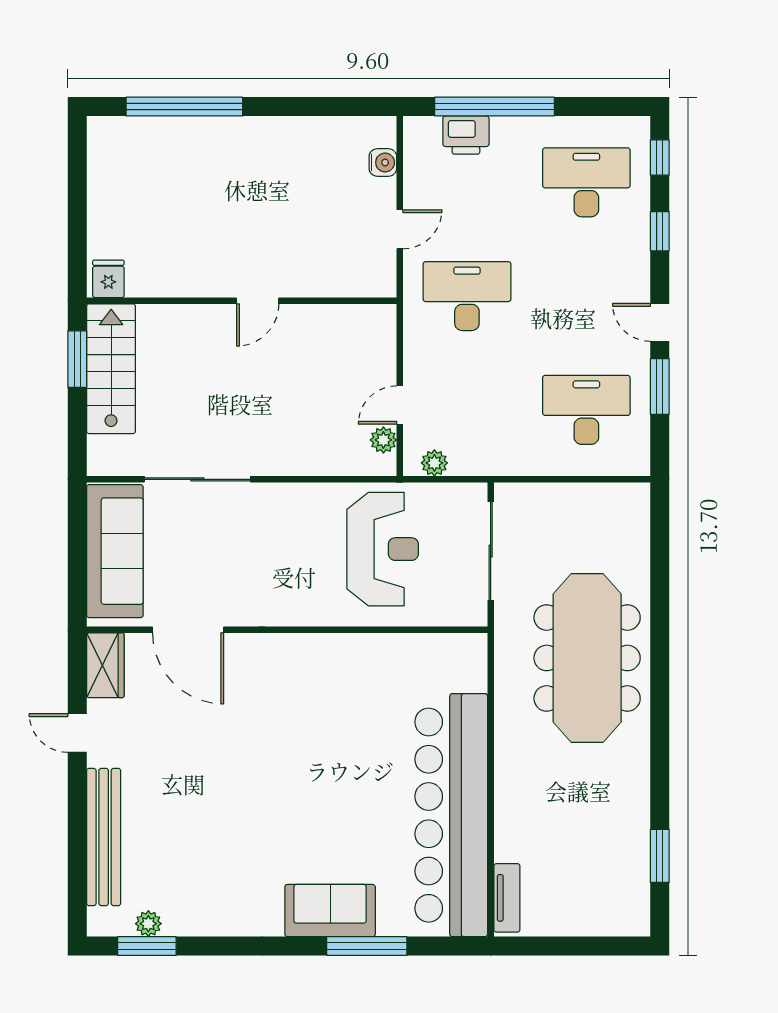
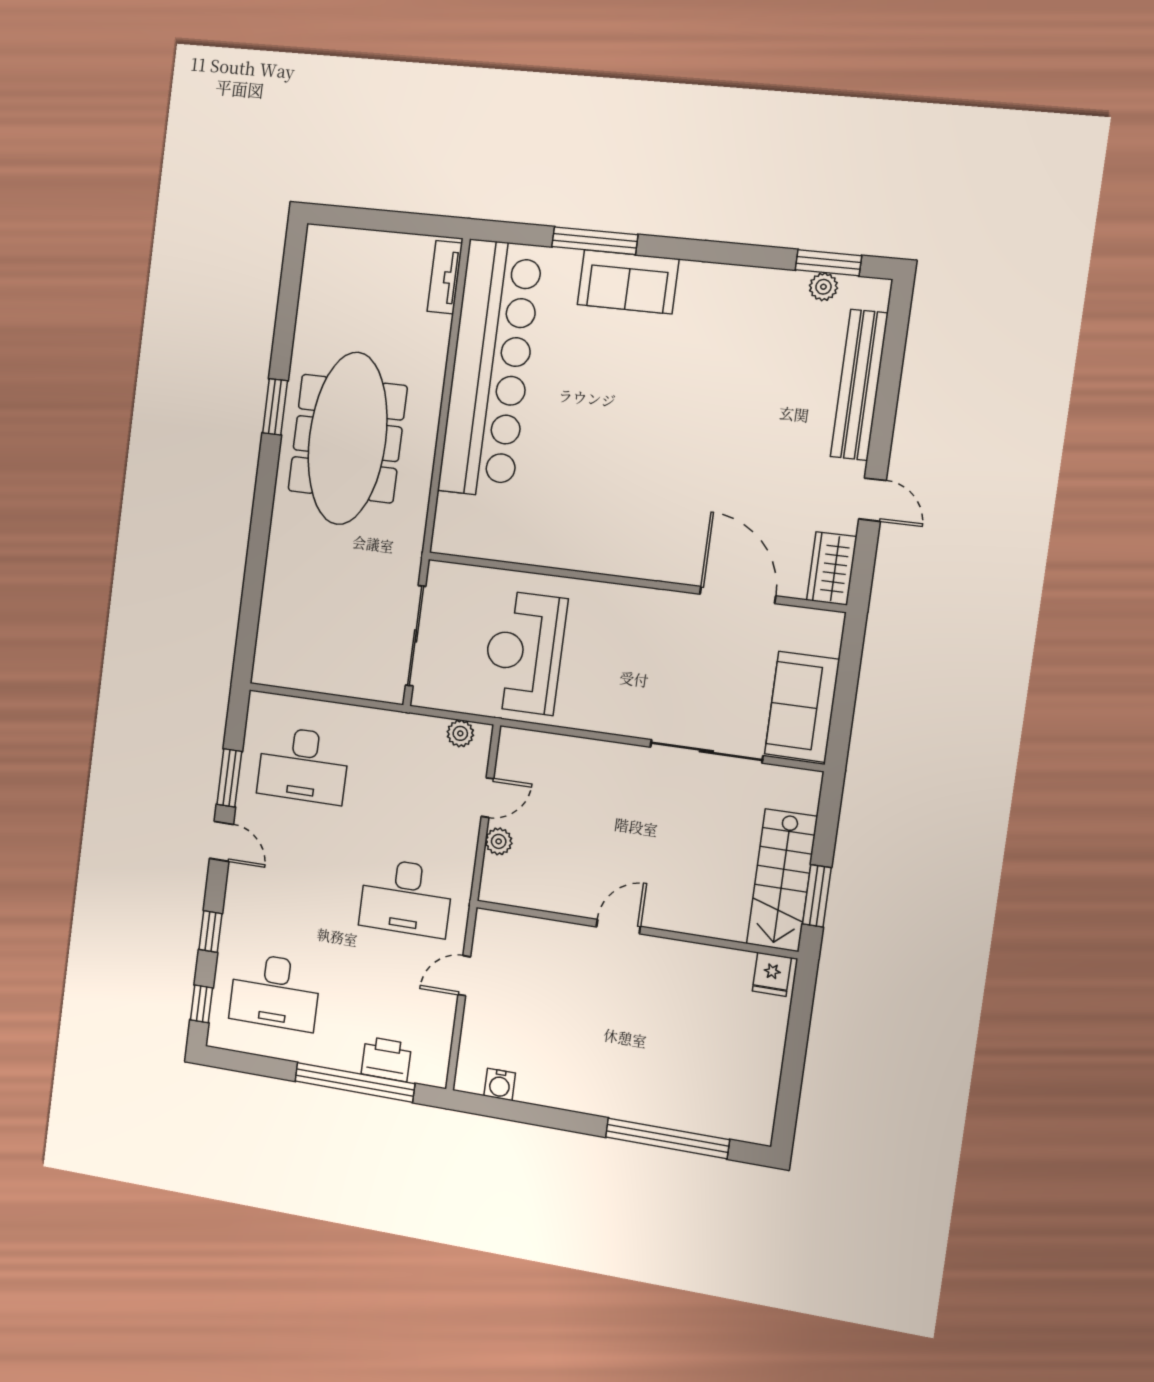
water cooler: (383, 162) -> (500, 1084), moved, turned -90
plant: (383, 440) -> (499, 841), moved
sofa: (115, 551) -> (802, 707), width x0.73
meeting table: (587, 658) -> (348, 439), moved
window: (660, 856) -> (275, 407), moved

